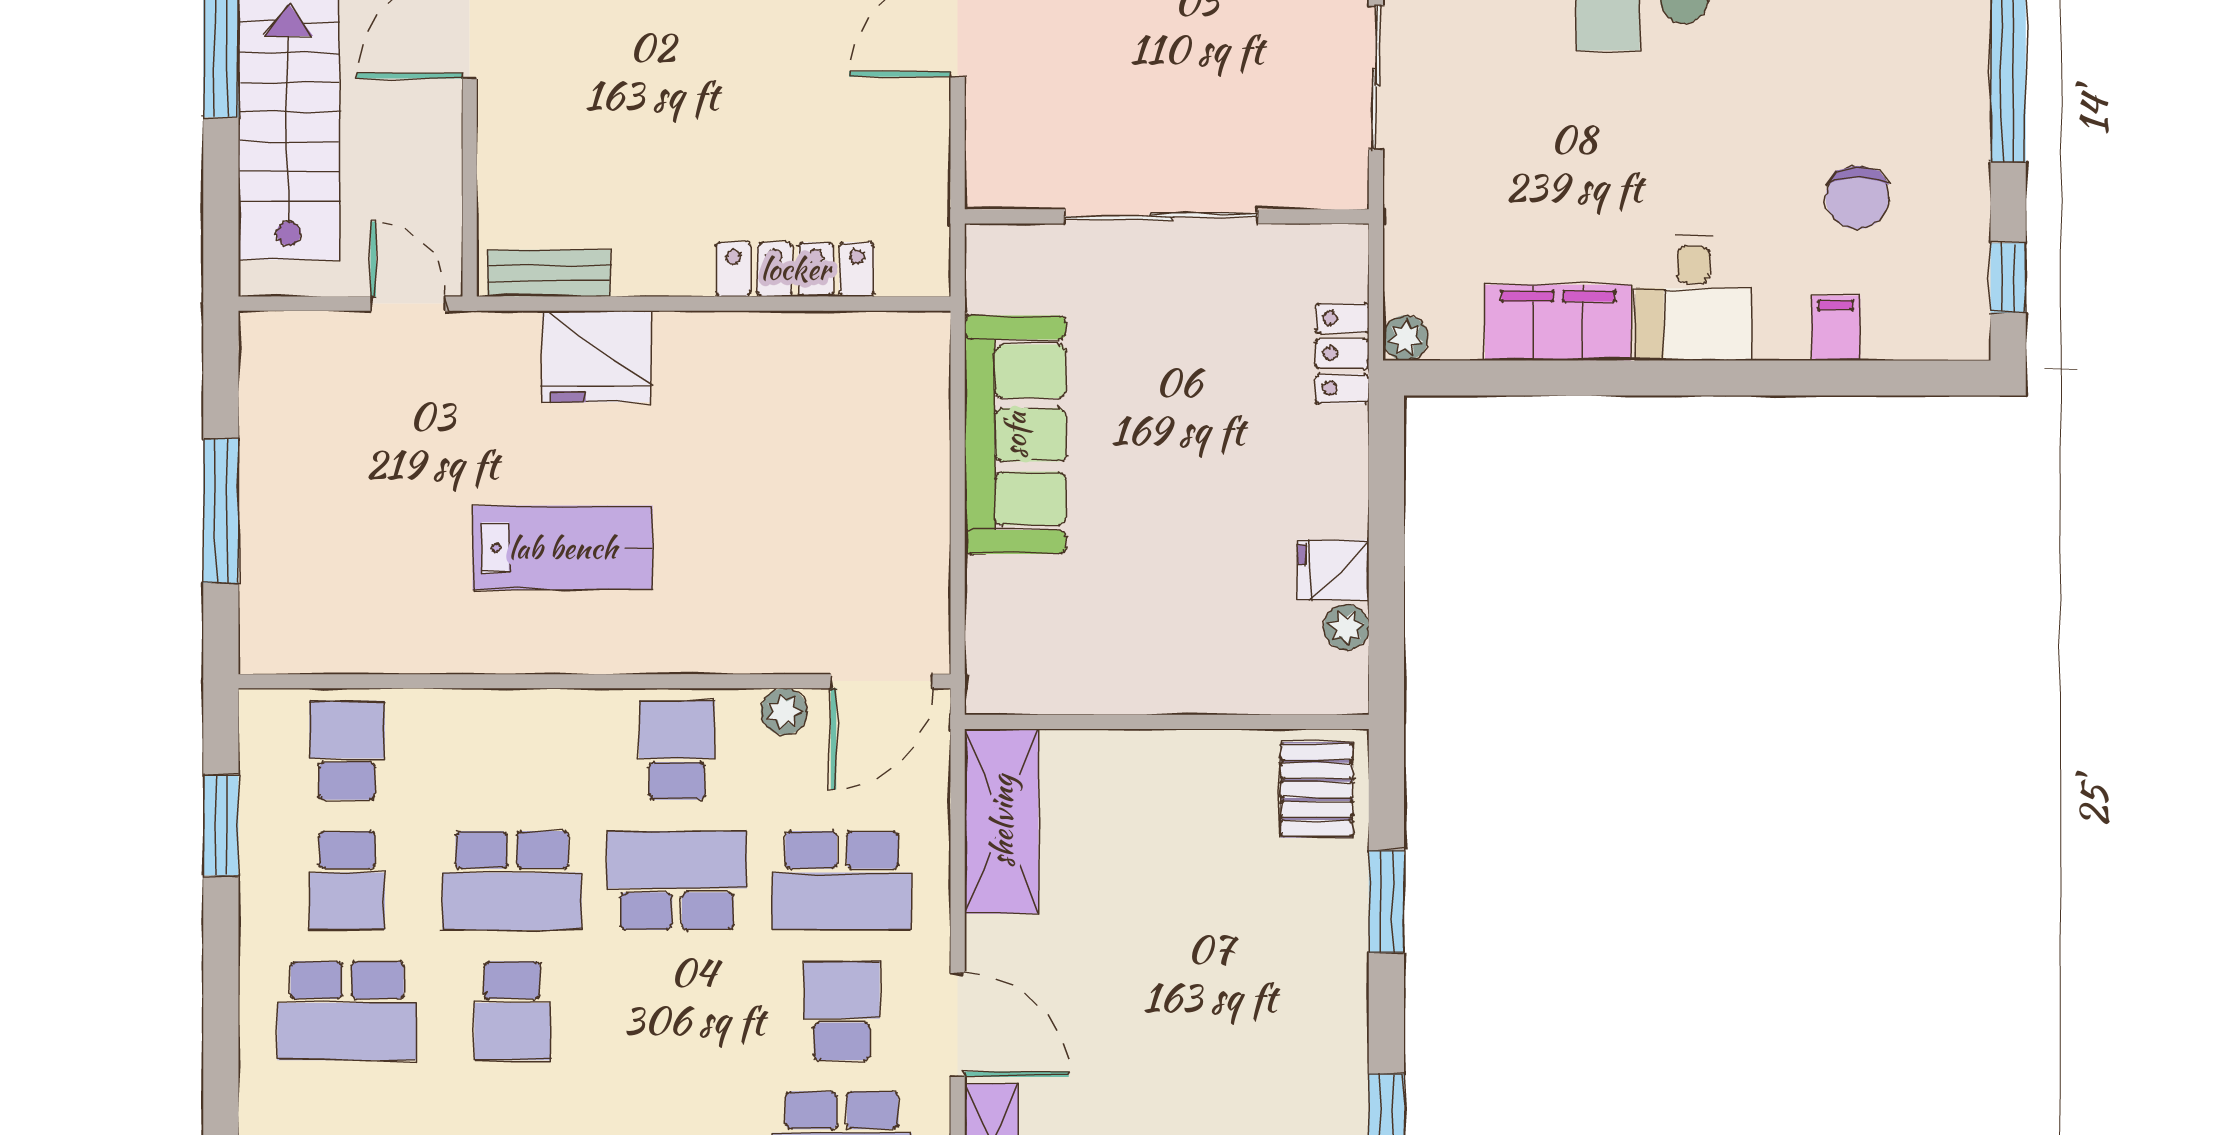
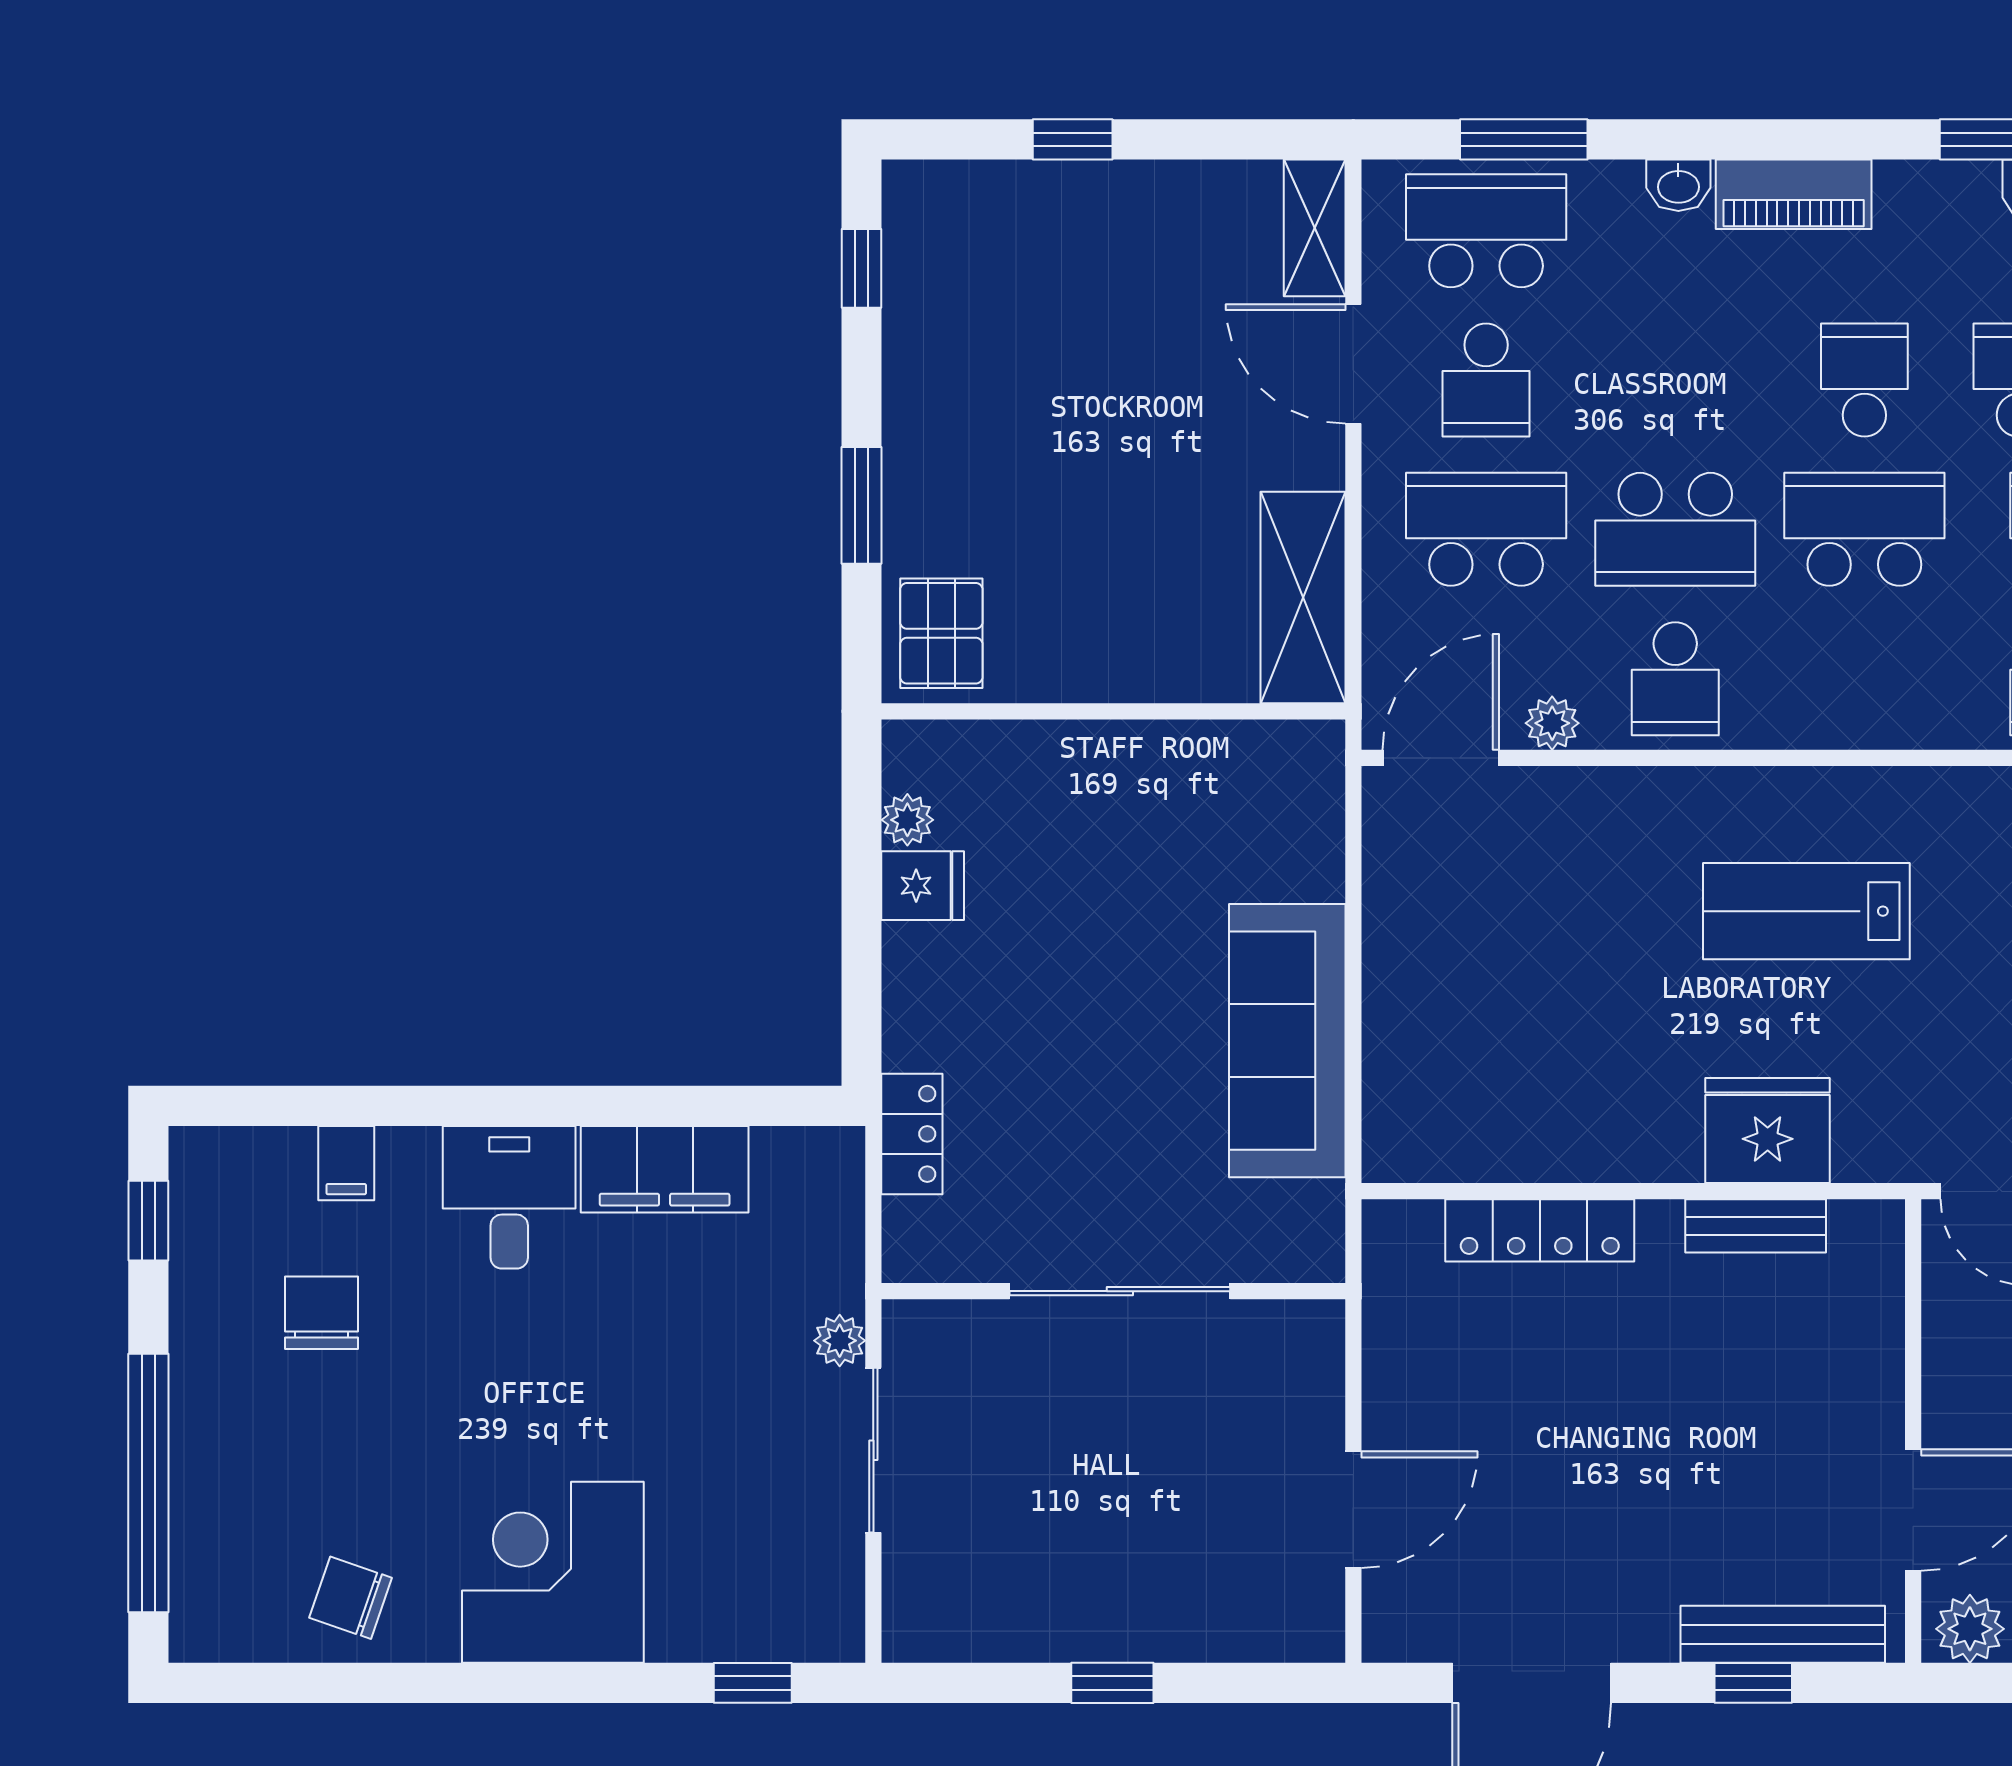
bench: (549, 273) -> (1756, 1226), moved
plant: (1405, 338) -> (840, 1341), moved

